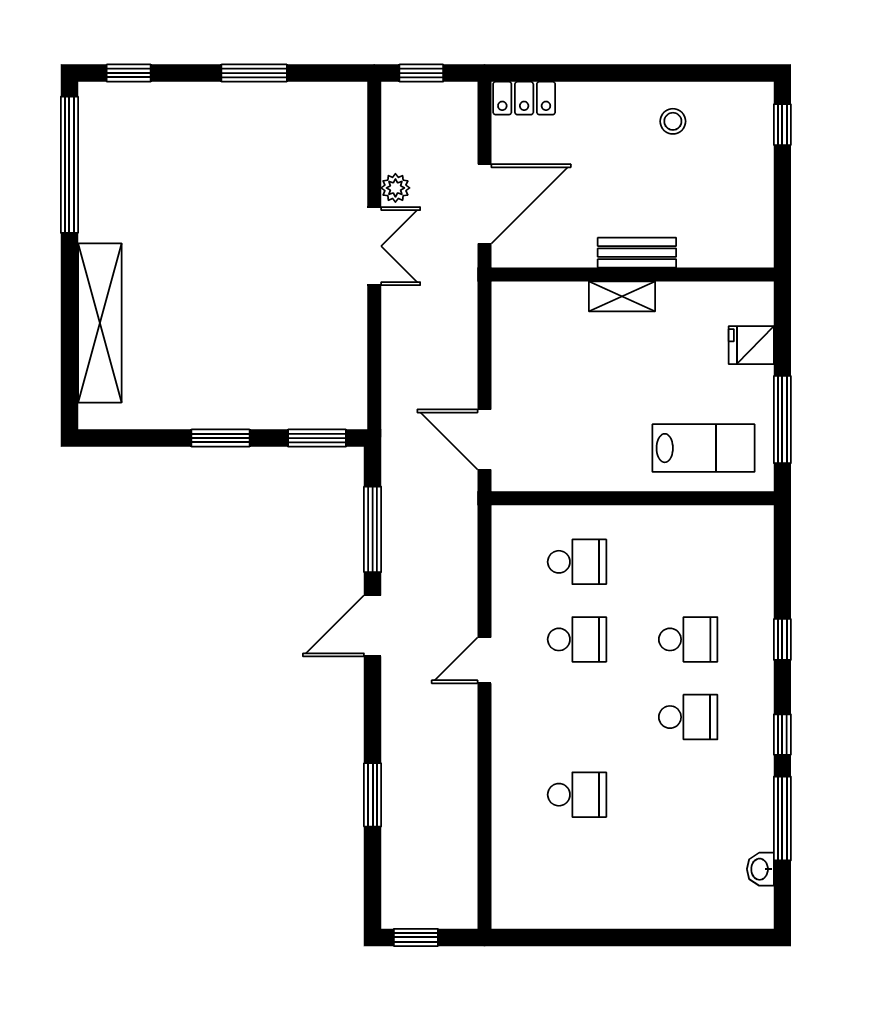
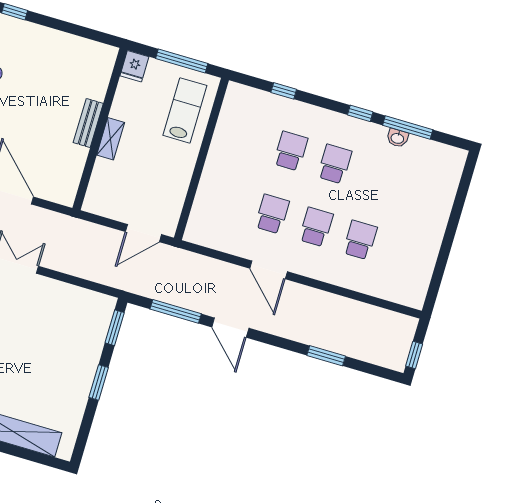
bench: (637, 253) -> (88, 123), moved
wall: (633, 274) -> (100, 129), moved
shelving: (622, 296) -> (111, 139), moved
school desk: (577, 562) -> (316, 227), moved
window: (782, 639) -> (284, 91), moved
door: (484, 660) -> (269, 270), width x1.38
washbasin: (760, 869) -> (397, 138), moved

